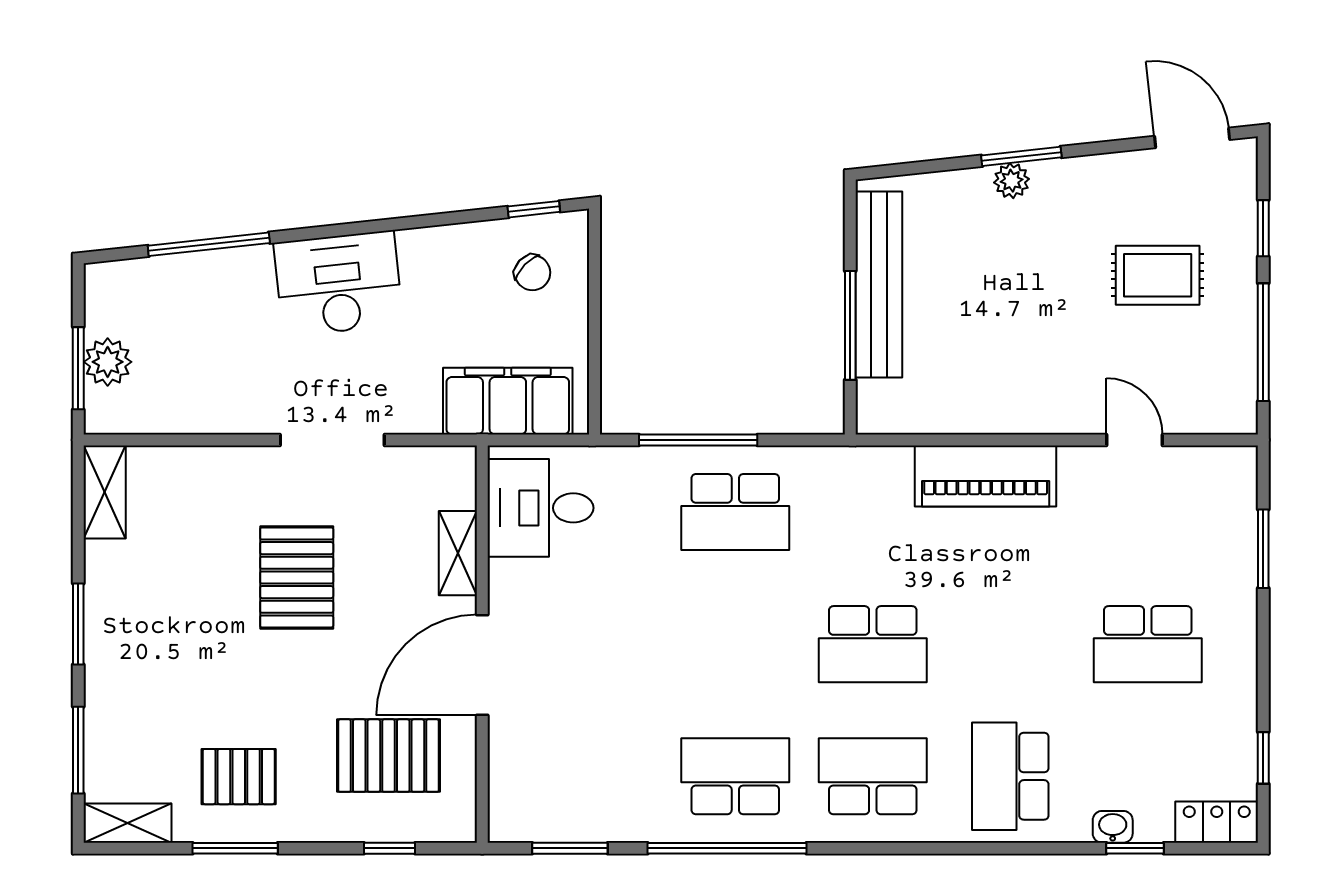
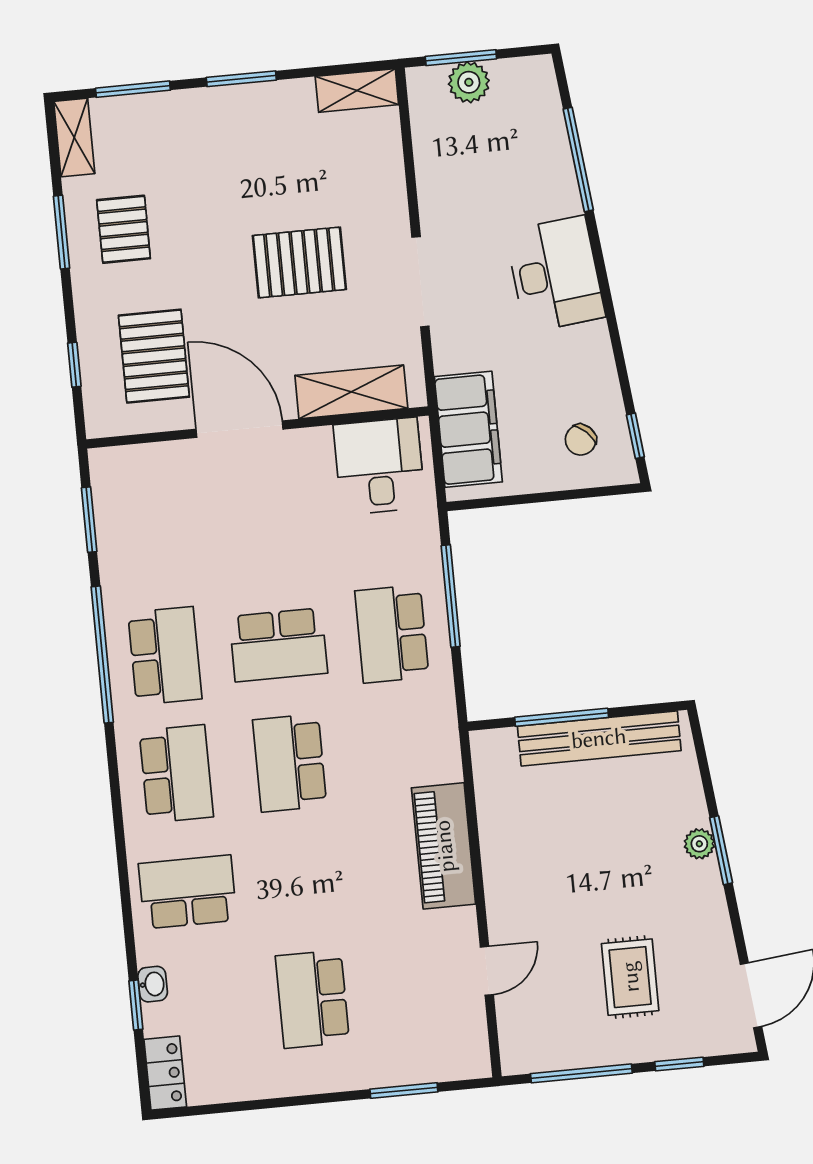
shelving: (458, 553) -> (351, 392), width x1.50, depth x1.33
school desk: (735, 644) -> (278, 645), added
window: (1263, 758) -> (224, 1108), removed

